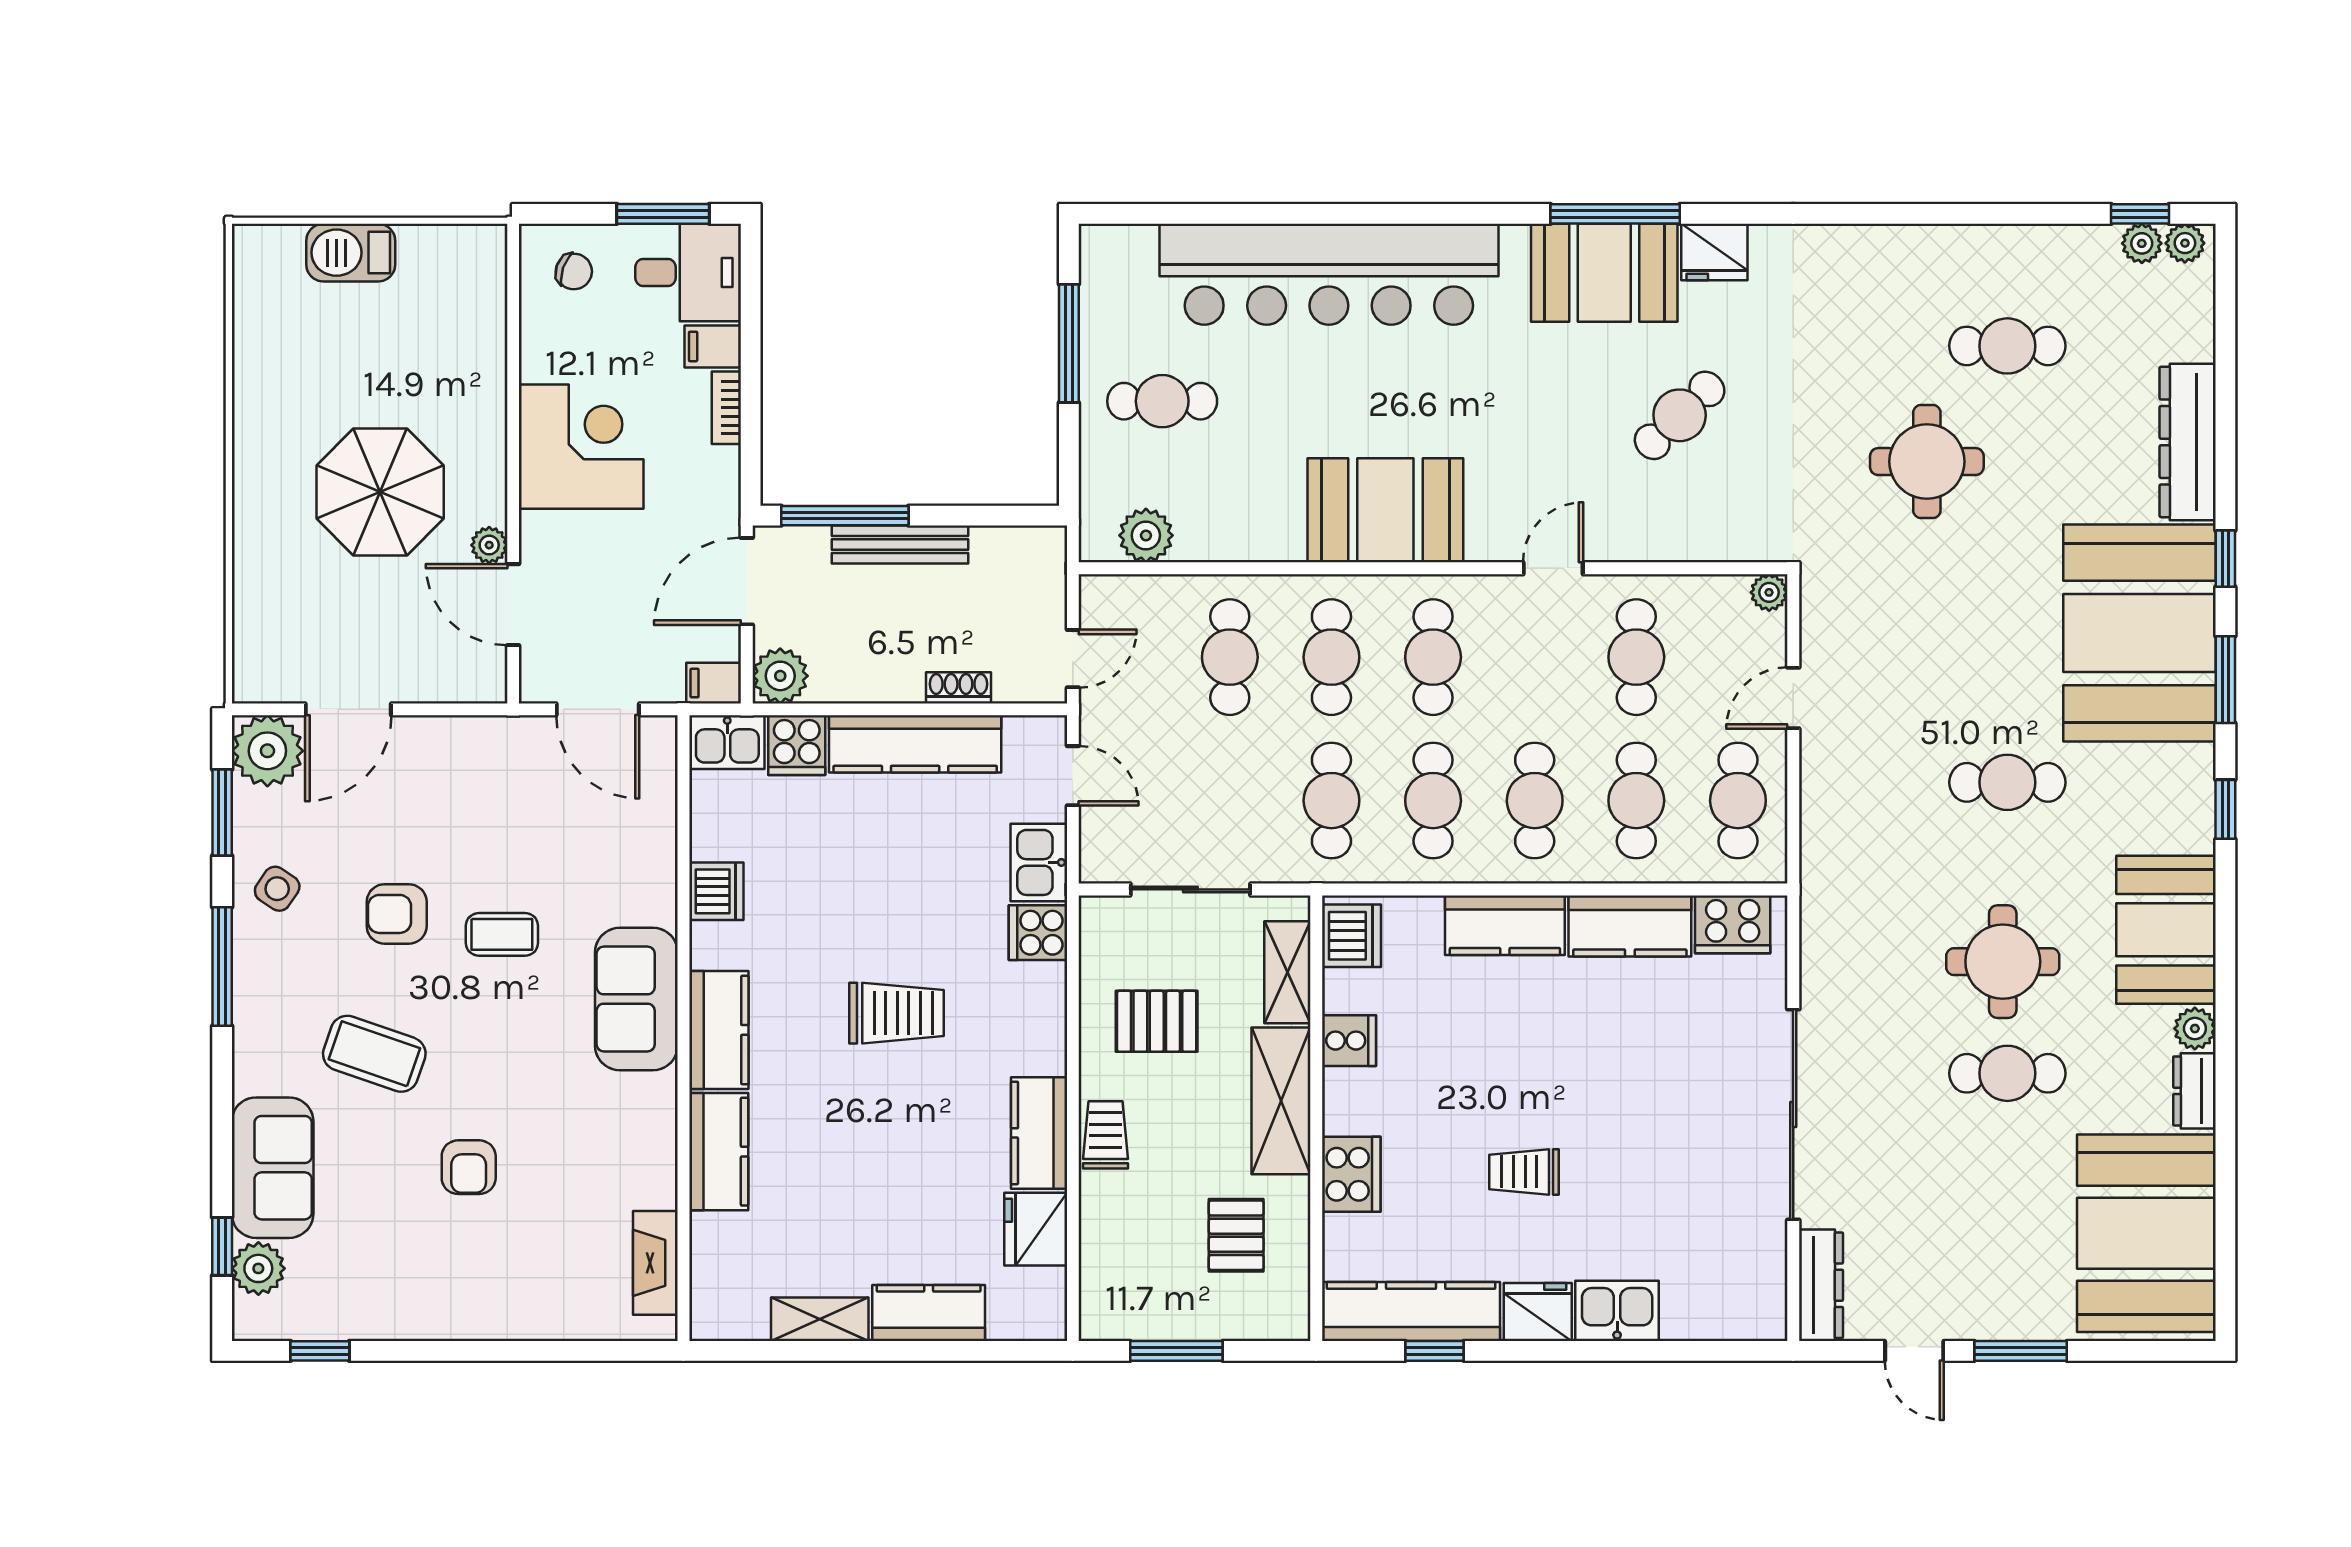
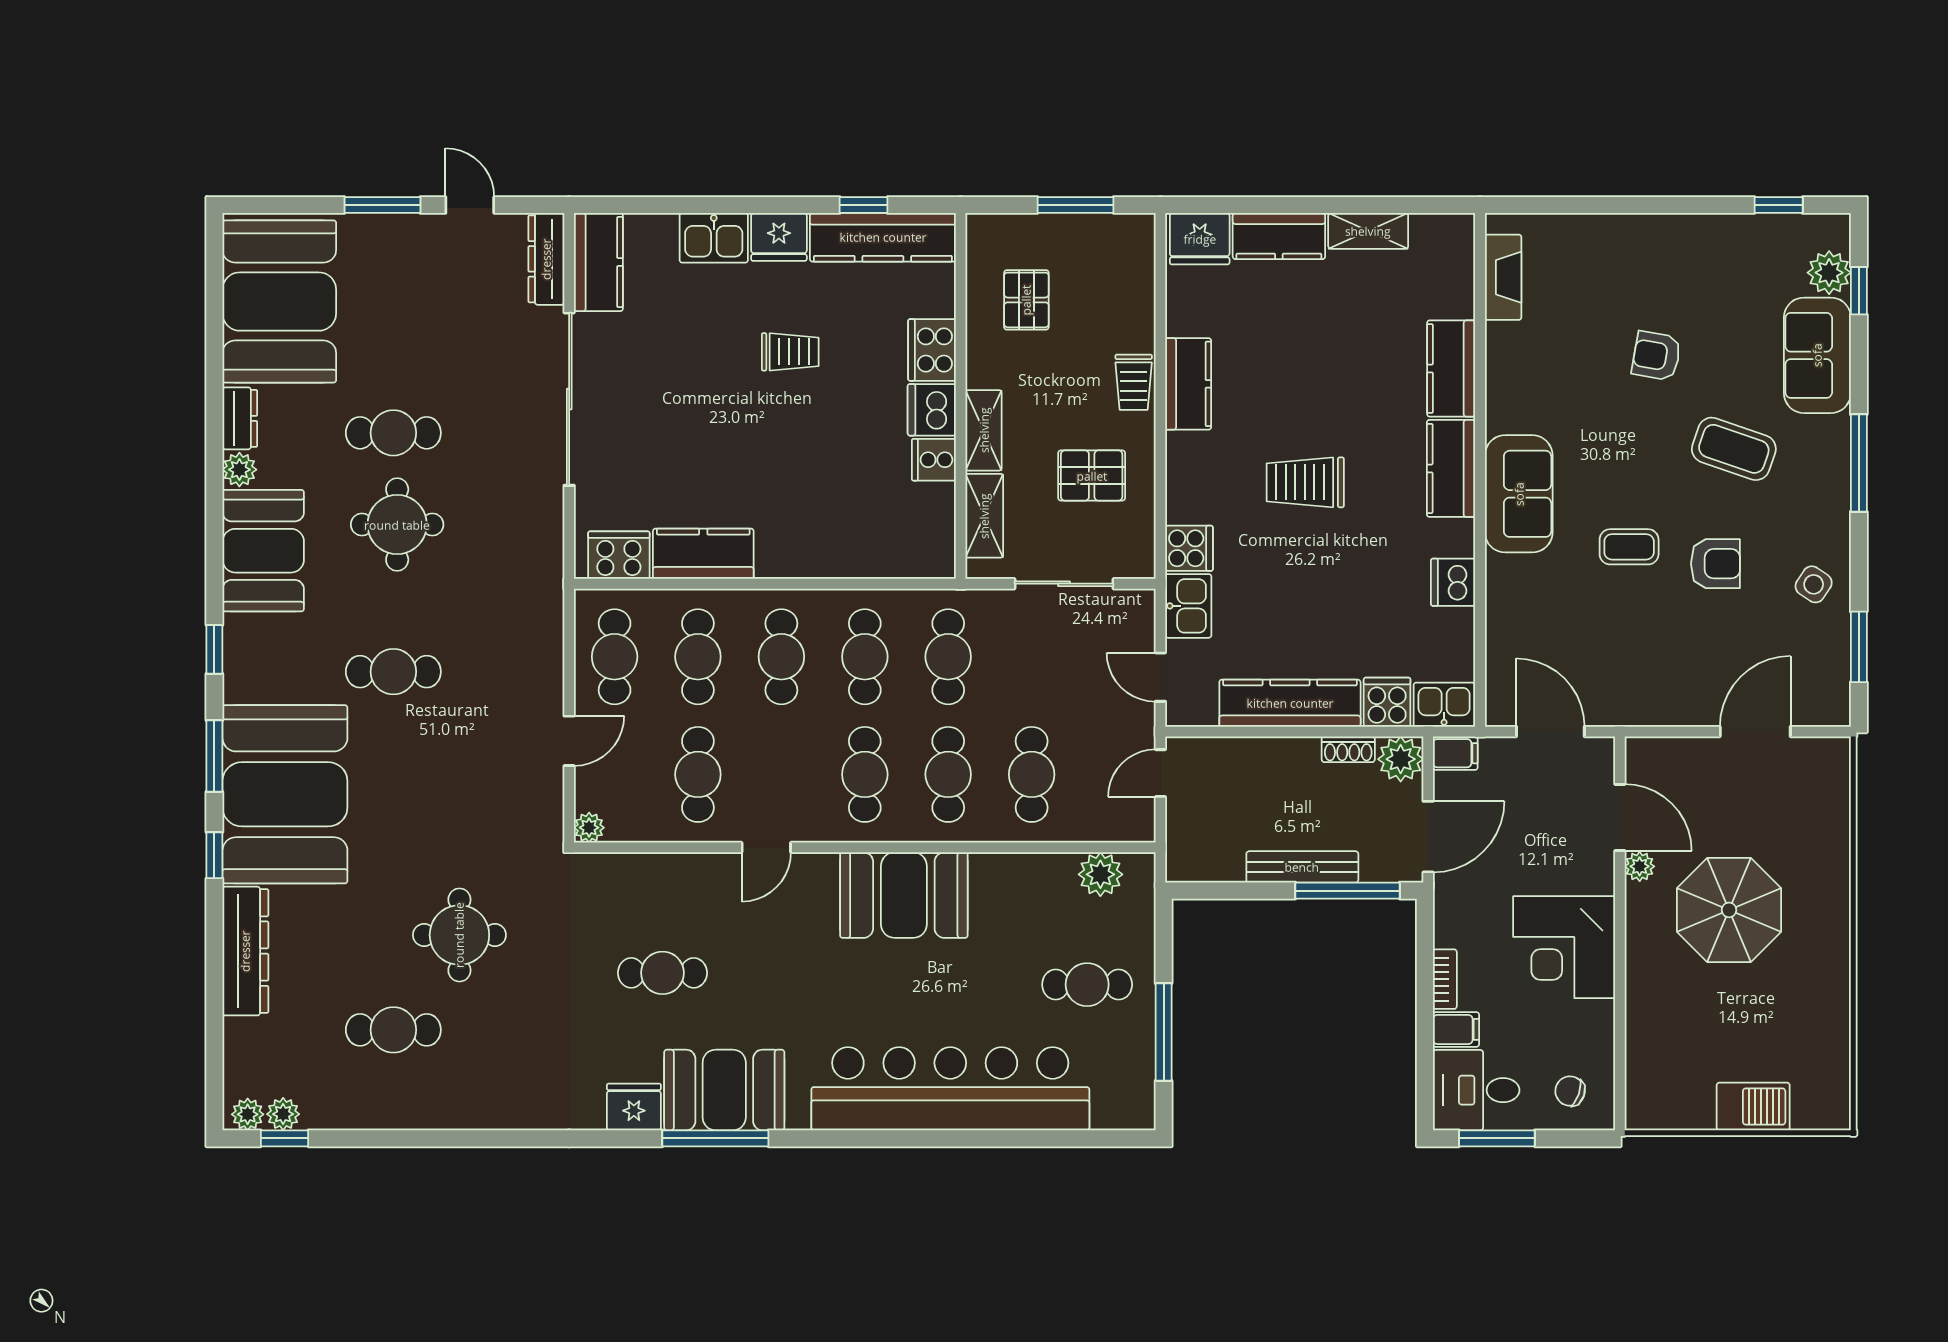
cafe table: (1680, 415) -> (662, 973), turned 44
shoe rack: (959, 688) -> (1348, 749), moved
plant: (267, 751) -> (1822, 698), removed
kitchen counter: (1505, 925) -> (598, 262), moved, turned 90
dishwasher: (1351, 936) -> (932, 410), moved
window: (222, 966) -> (1859, 463), moved
shelving: (1281, 1101) -> (984, 430), width x0.67, depth x0.75
armchair: (469, 1167) -> (1656, 356), turned -80
fridge: (1036, 1229) -> (1200, 239), moved, turned 90

